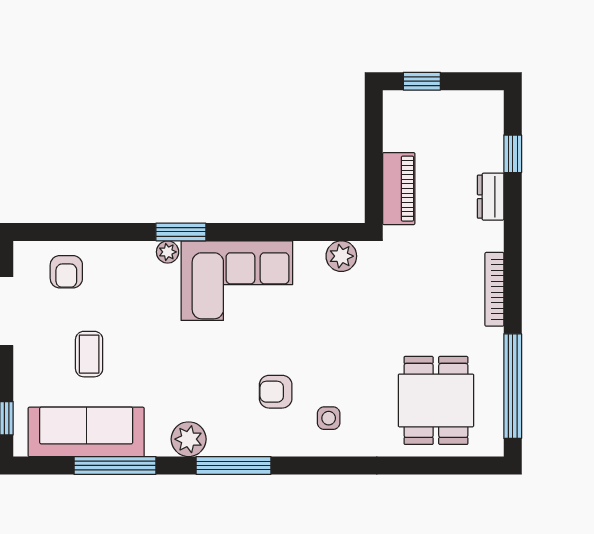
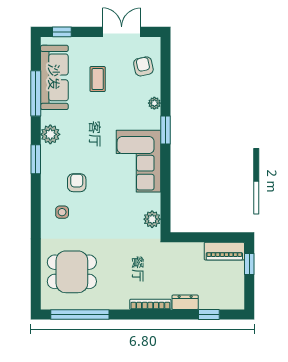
piano: (399, 189) -> (224, 251), moved
plant: (168, 252) -> (154, 103), moved
armchair: (66, 272) -> (143, 66), turned 78
bookcase: (494, 289) -> (150, 304), moved
coffee table: (89, 354) -> (98, 79), turned 90
window: (234, 465) -> (36, 159), width x0.69

